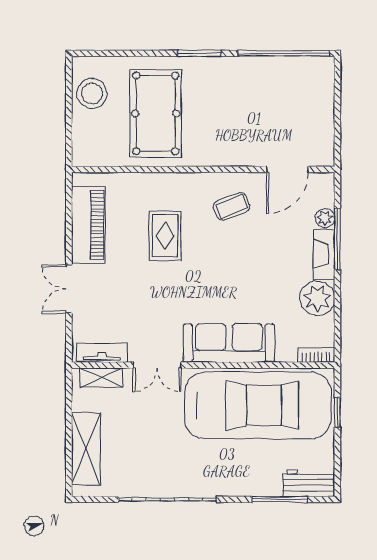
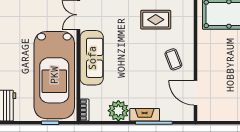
plant: (325, 218) -> (166, 115), removed

